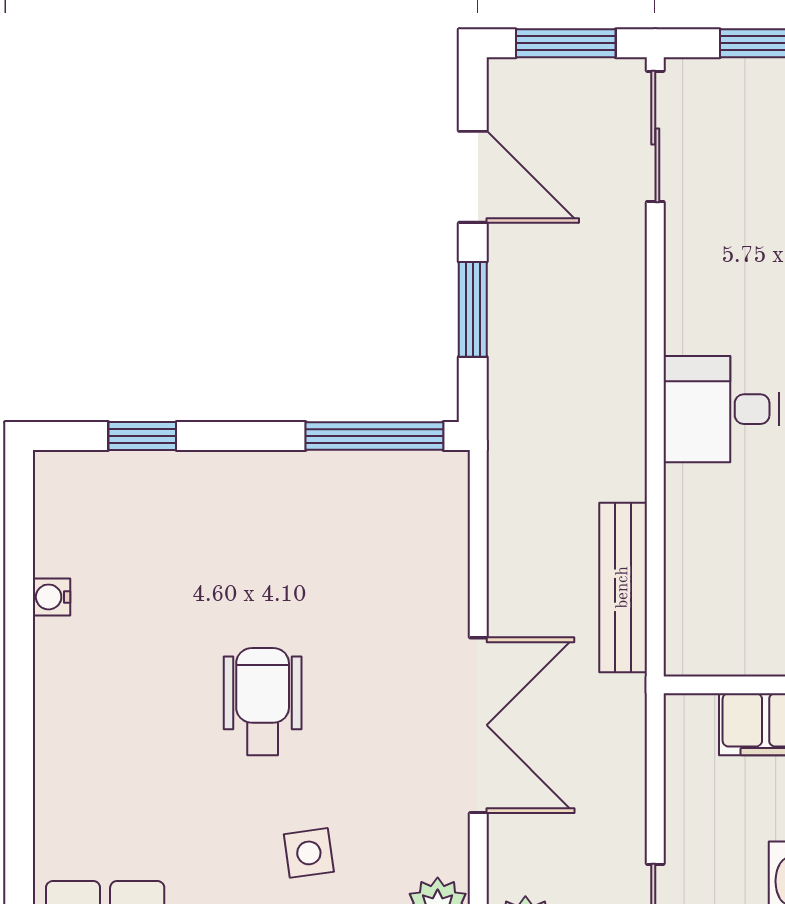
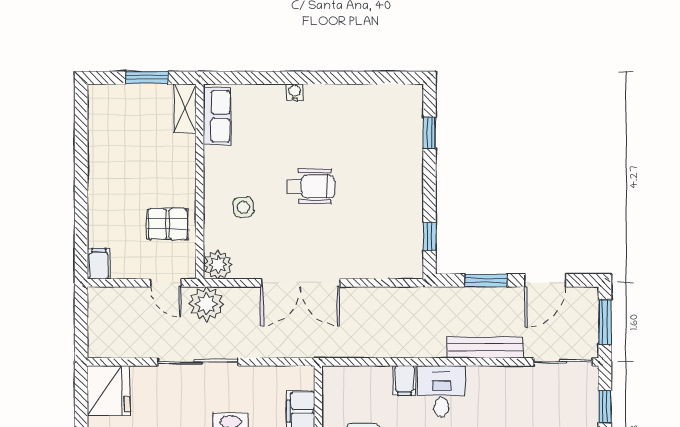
window: (374, 436) -> (429, 236), width x0.46
filing cabinet: (697, 492) -> (405, 380), added
bench: (623, 587) -> (485, 348), moved
water cooler: (52, 597) -> (295, 92), moved

